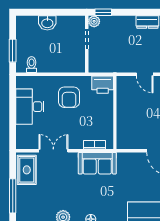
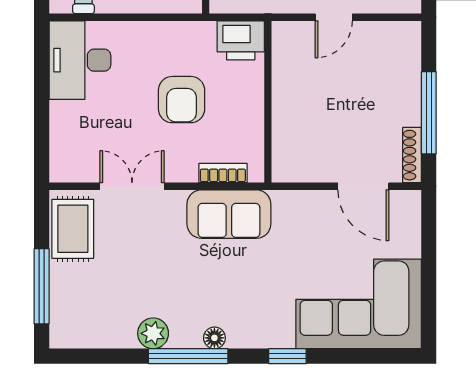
door: (145, 74) -> (334, 17), hinge flipped
armchair: (69, 97) -> (182, 100), moved
desk: (30, 107) -> (80, 60), moved

